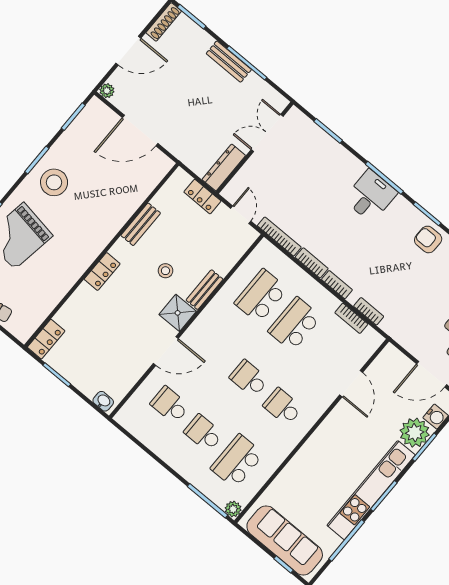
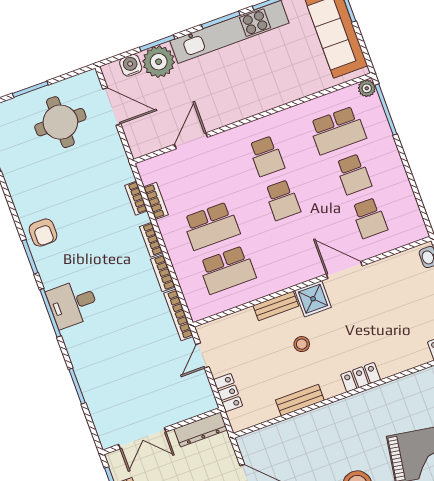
double door: (267, 133) -> (142, 438), moved
wall: (255, 148) -> (162, 431), moved
dresser: (224, 167) -> (201, 430), moved

